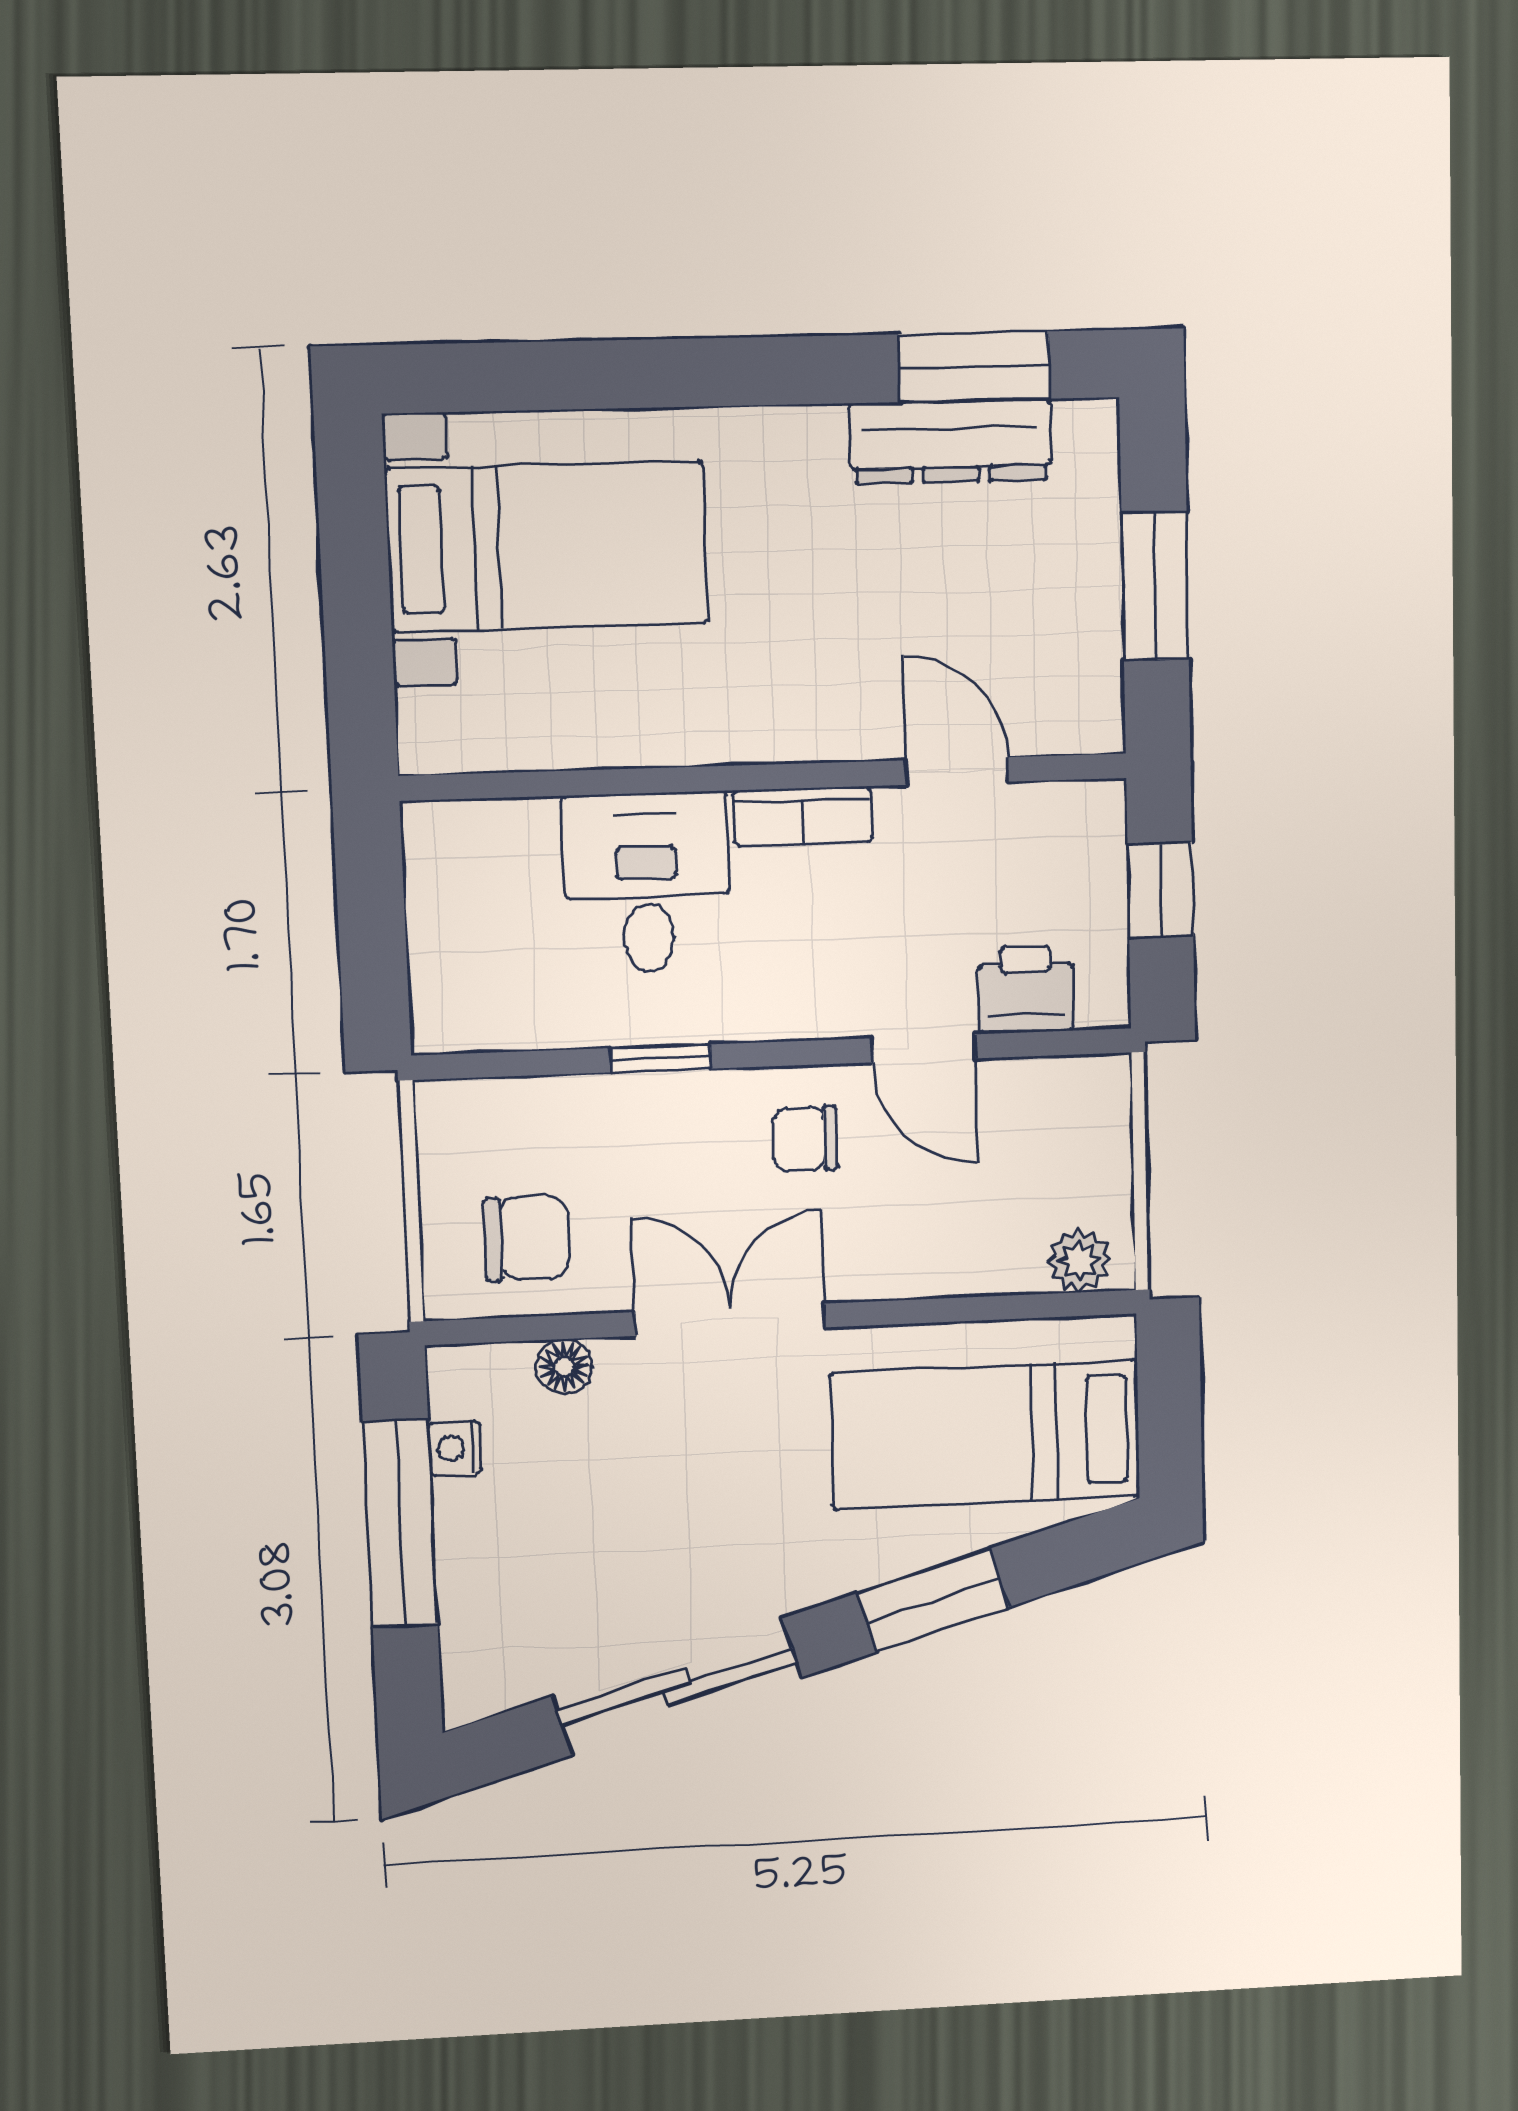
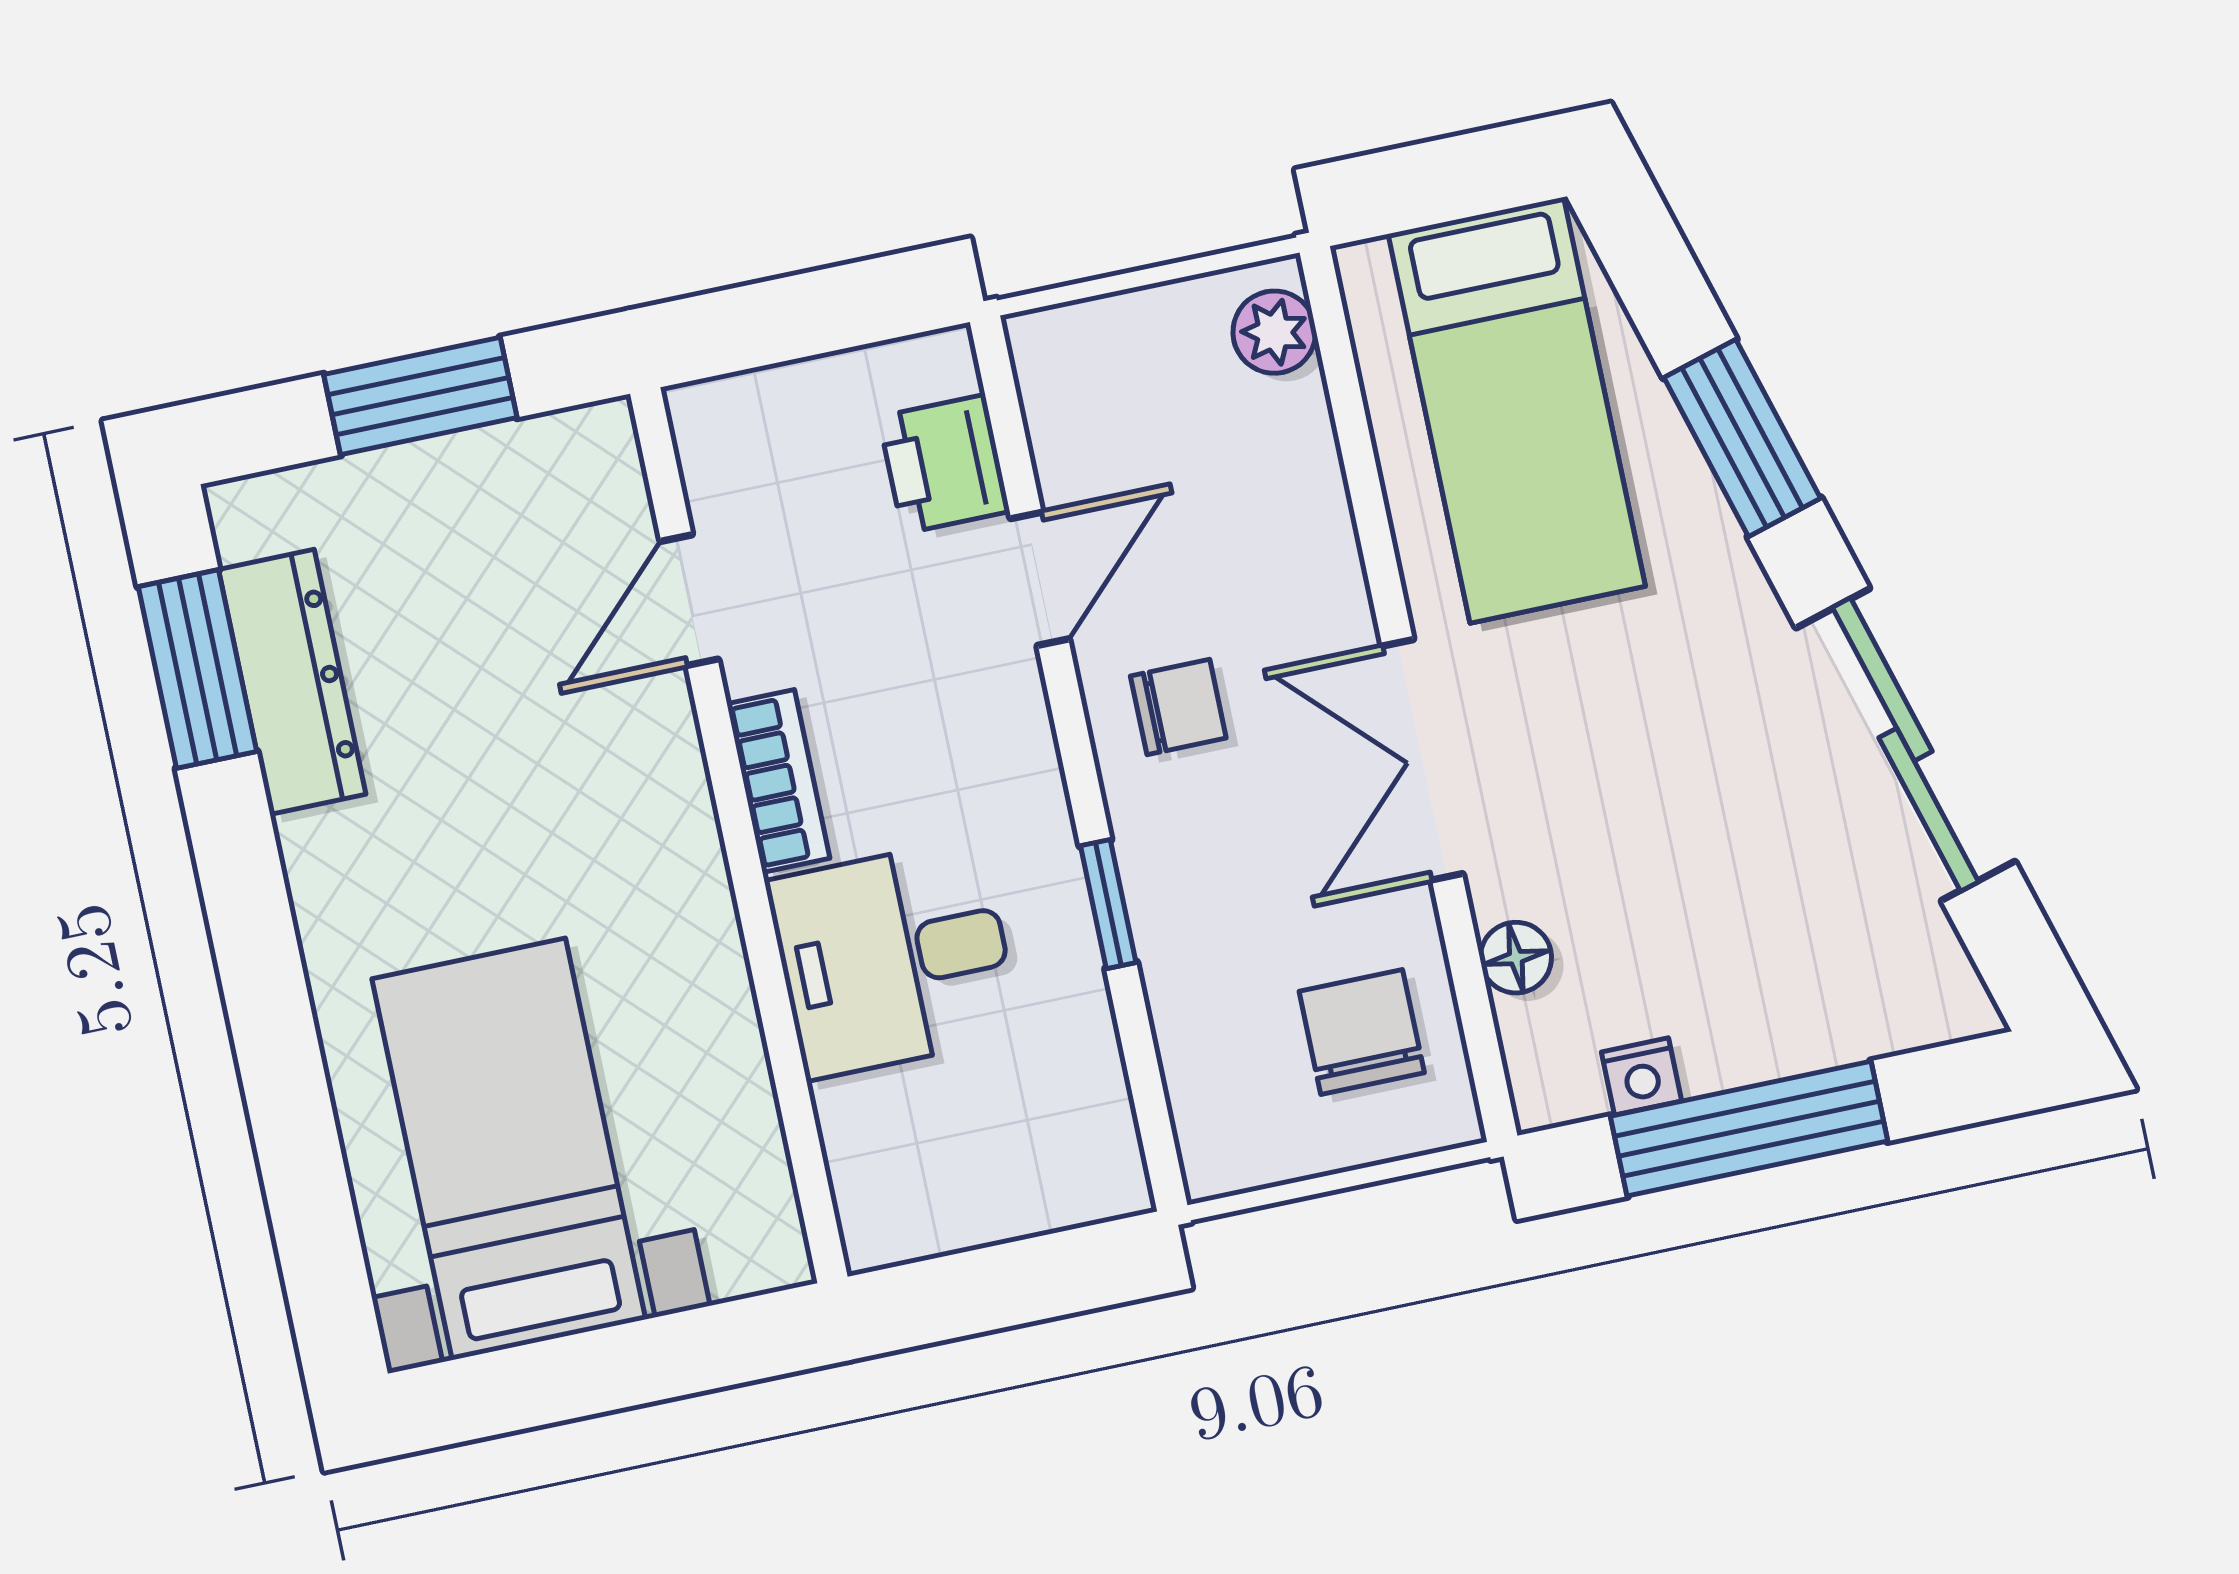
window: (1160, 890) -> (791, 318), removed
chair: (805, 1139) -> (1178, 707), turned -90

